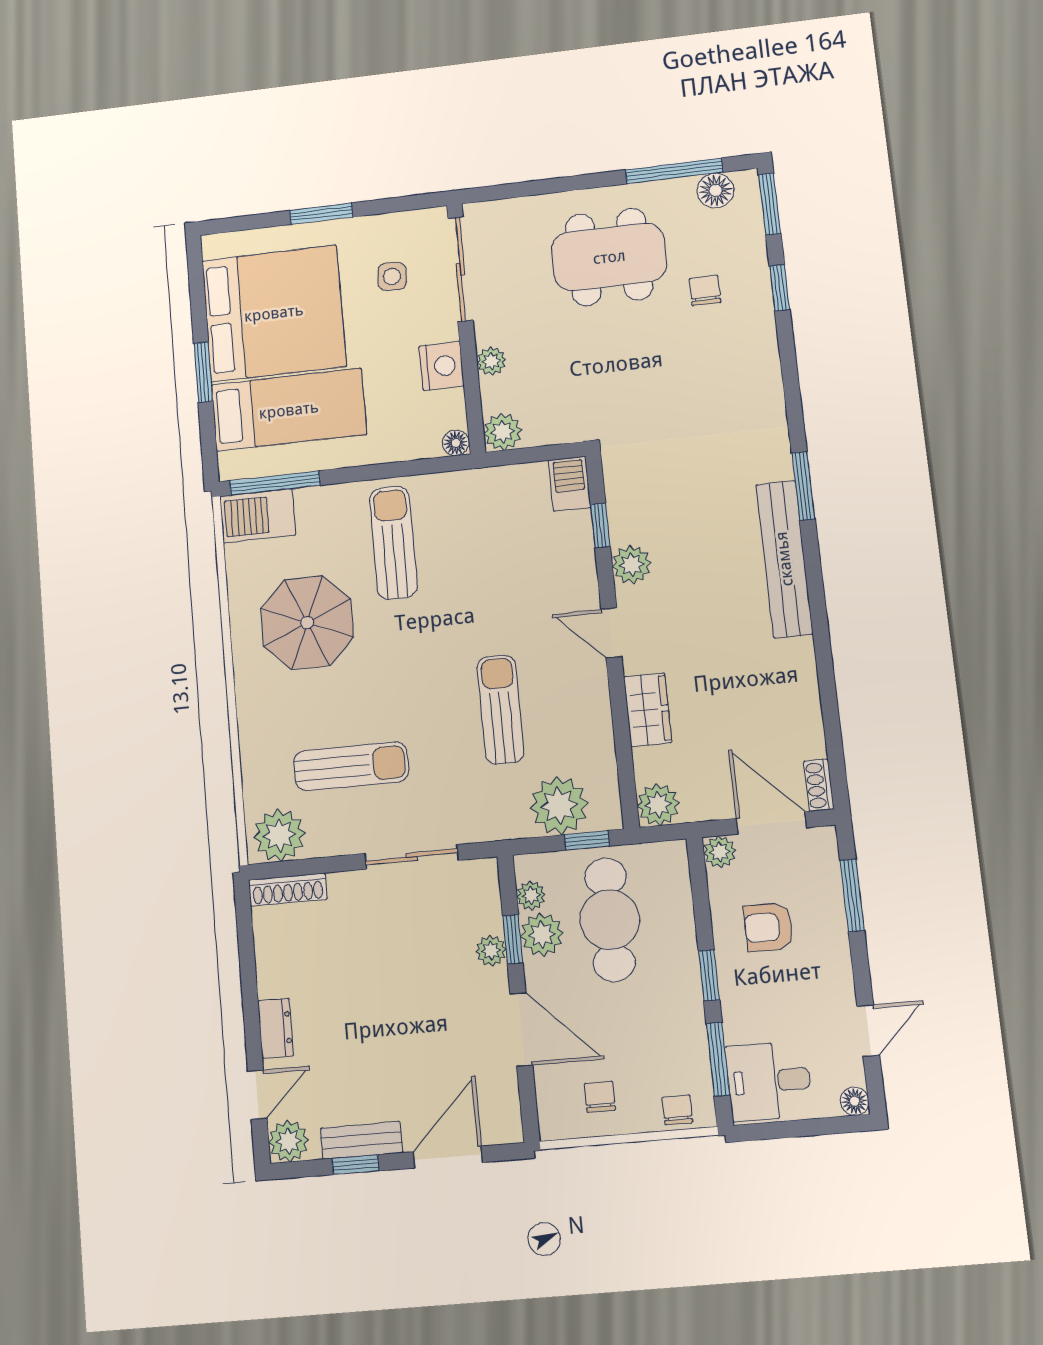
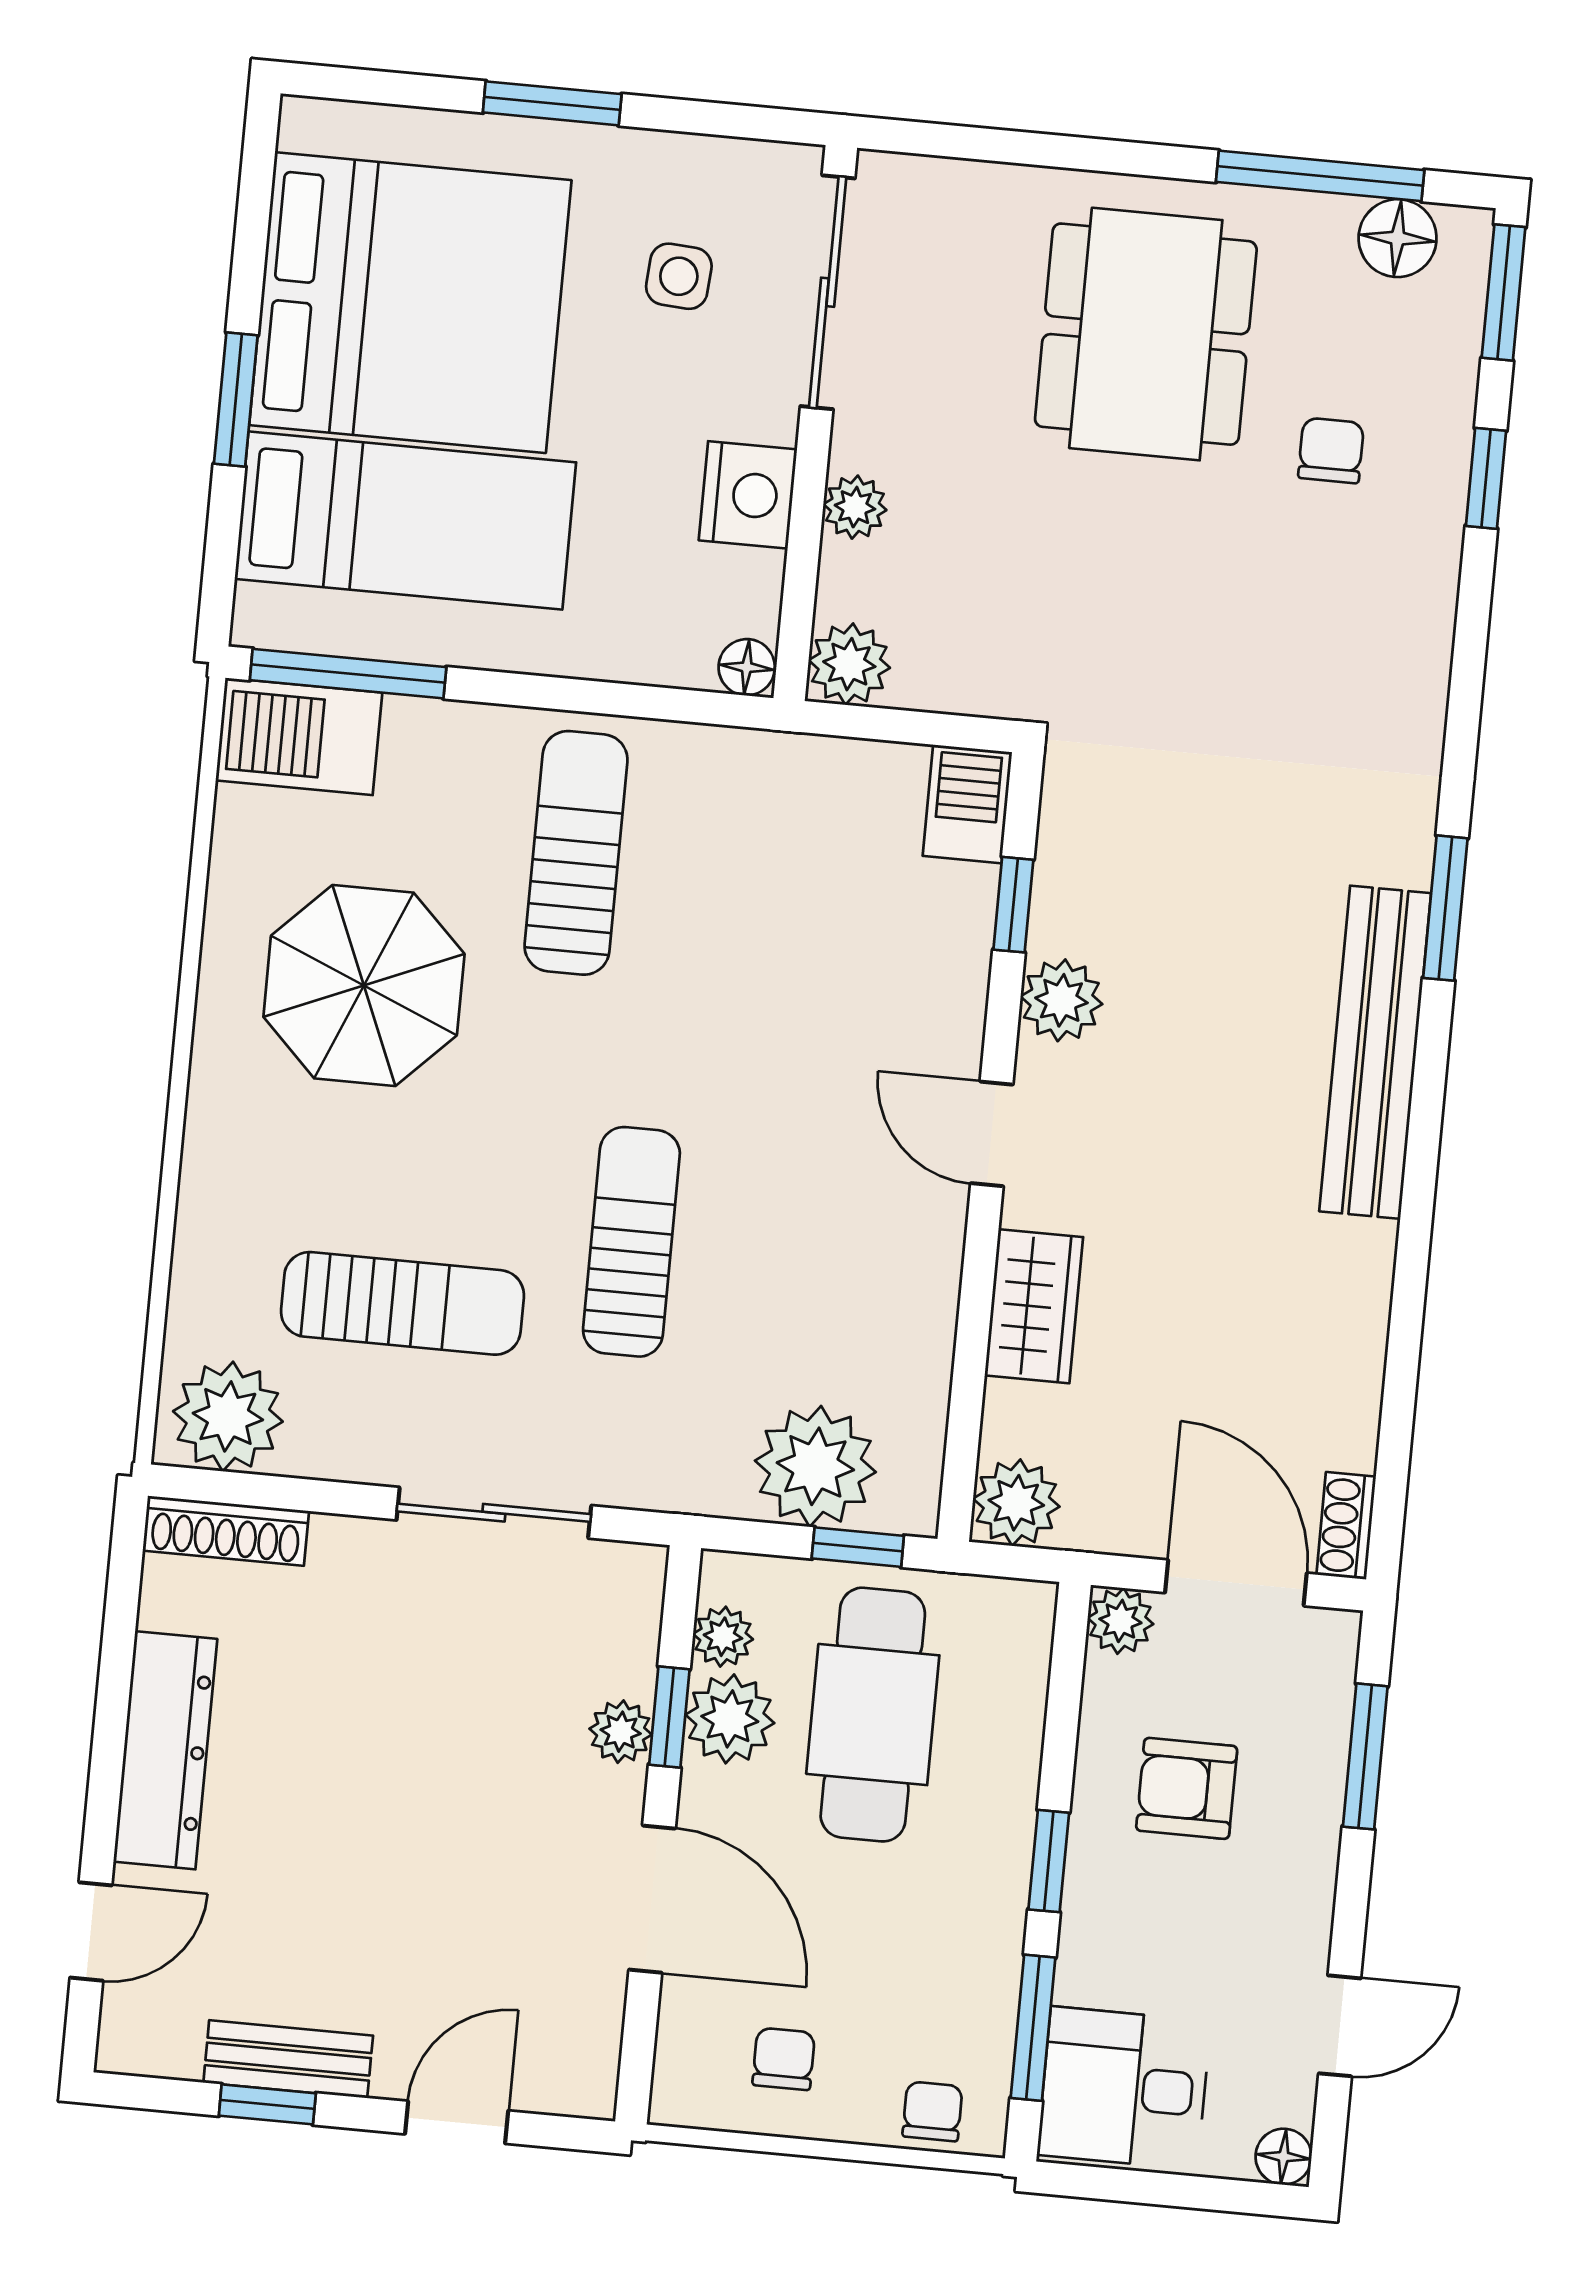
dining table: (609, 257) -> (1146, 334), turned 90
sun lounger: (500, 710) -> (631, 1242), moved
dresser: (276, 1028) -> (165, 1750), width x1.96, depth x1.24
plant: (289, 1141) -> (139, 2034), removed
door: (448, 1157) -> (457, 2122), width x0.73

